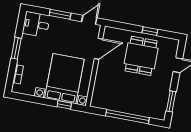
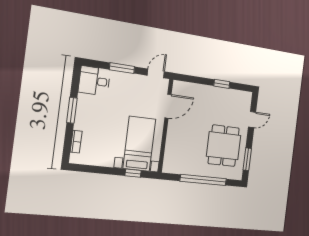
dining table: (141, 56) -> (224, 146), moved
bed with nightstands: (64, 79) -> (139, 144), width x0.73

